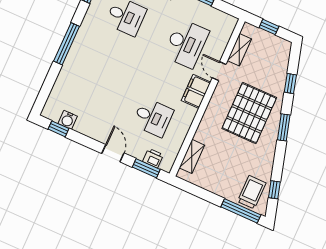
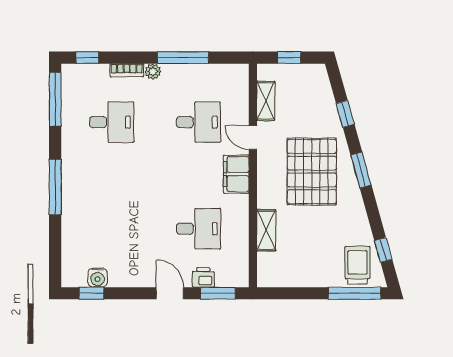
desk: (186, 44) -> (199, 122), width x0.73
shelving: (192, 156) -> (266, 230), moved
printer: (153, 158) -> (203, 277), moved

